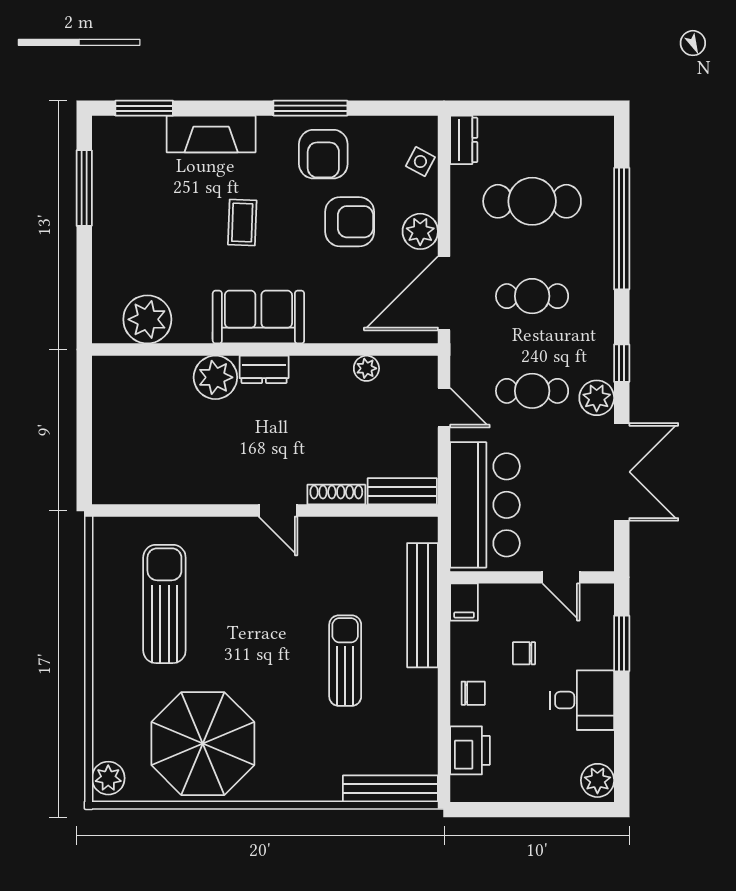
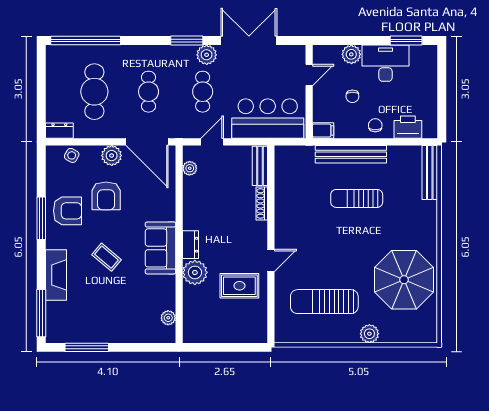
window: (144, 108) -> (41, 313), width x1.44
armchair: (350, 222) -> (106, 196), turned 180
coffee table: (242, 223) -> (106, 257), turned 38
window: (622, 229) -> (86, 40), moved
plant: (147, 319) -> (168, 318), width x0.53, depth x0.53
window: (622, 363) -> (187, 40), width x1.50
plant: (366, 368) -> (190, 168), moved
rug: (192, 455) -> (239, 286), added
door: (278, 511) -> (271, 260), moved
bench: (423, 605) -> (351, 154), moved
window: (622, 643) -> (406, 40), moved
desk: (582, 700) -> (385, 63), width x1.37
plant: (108, 778) -> (369, 334), moved
plant: (597, 780) -> (351, 54), moved

